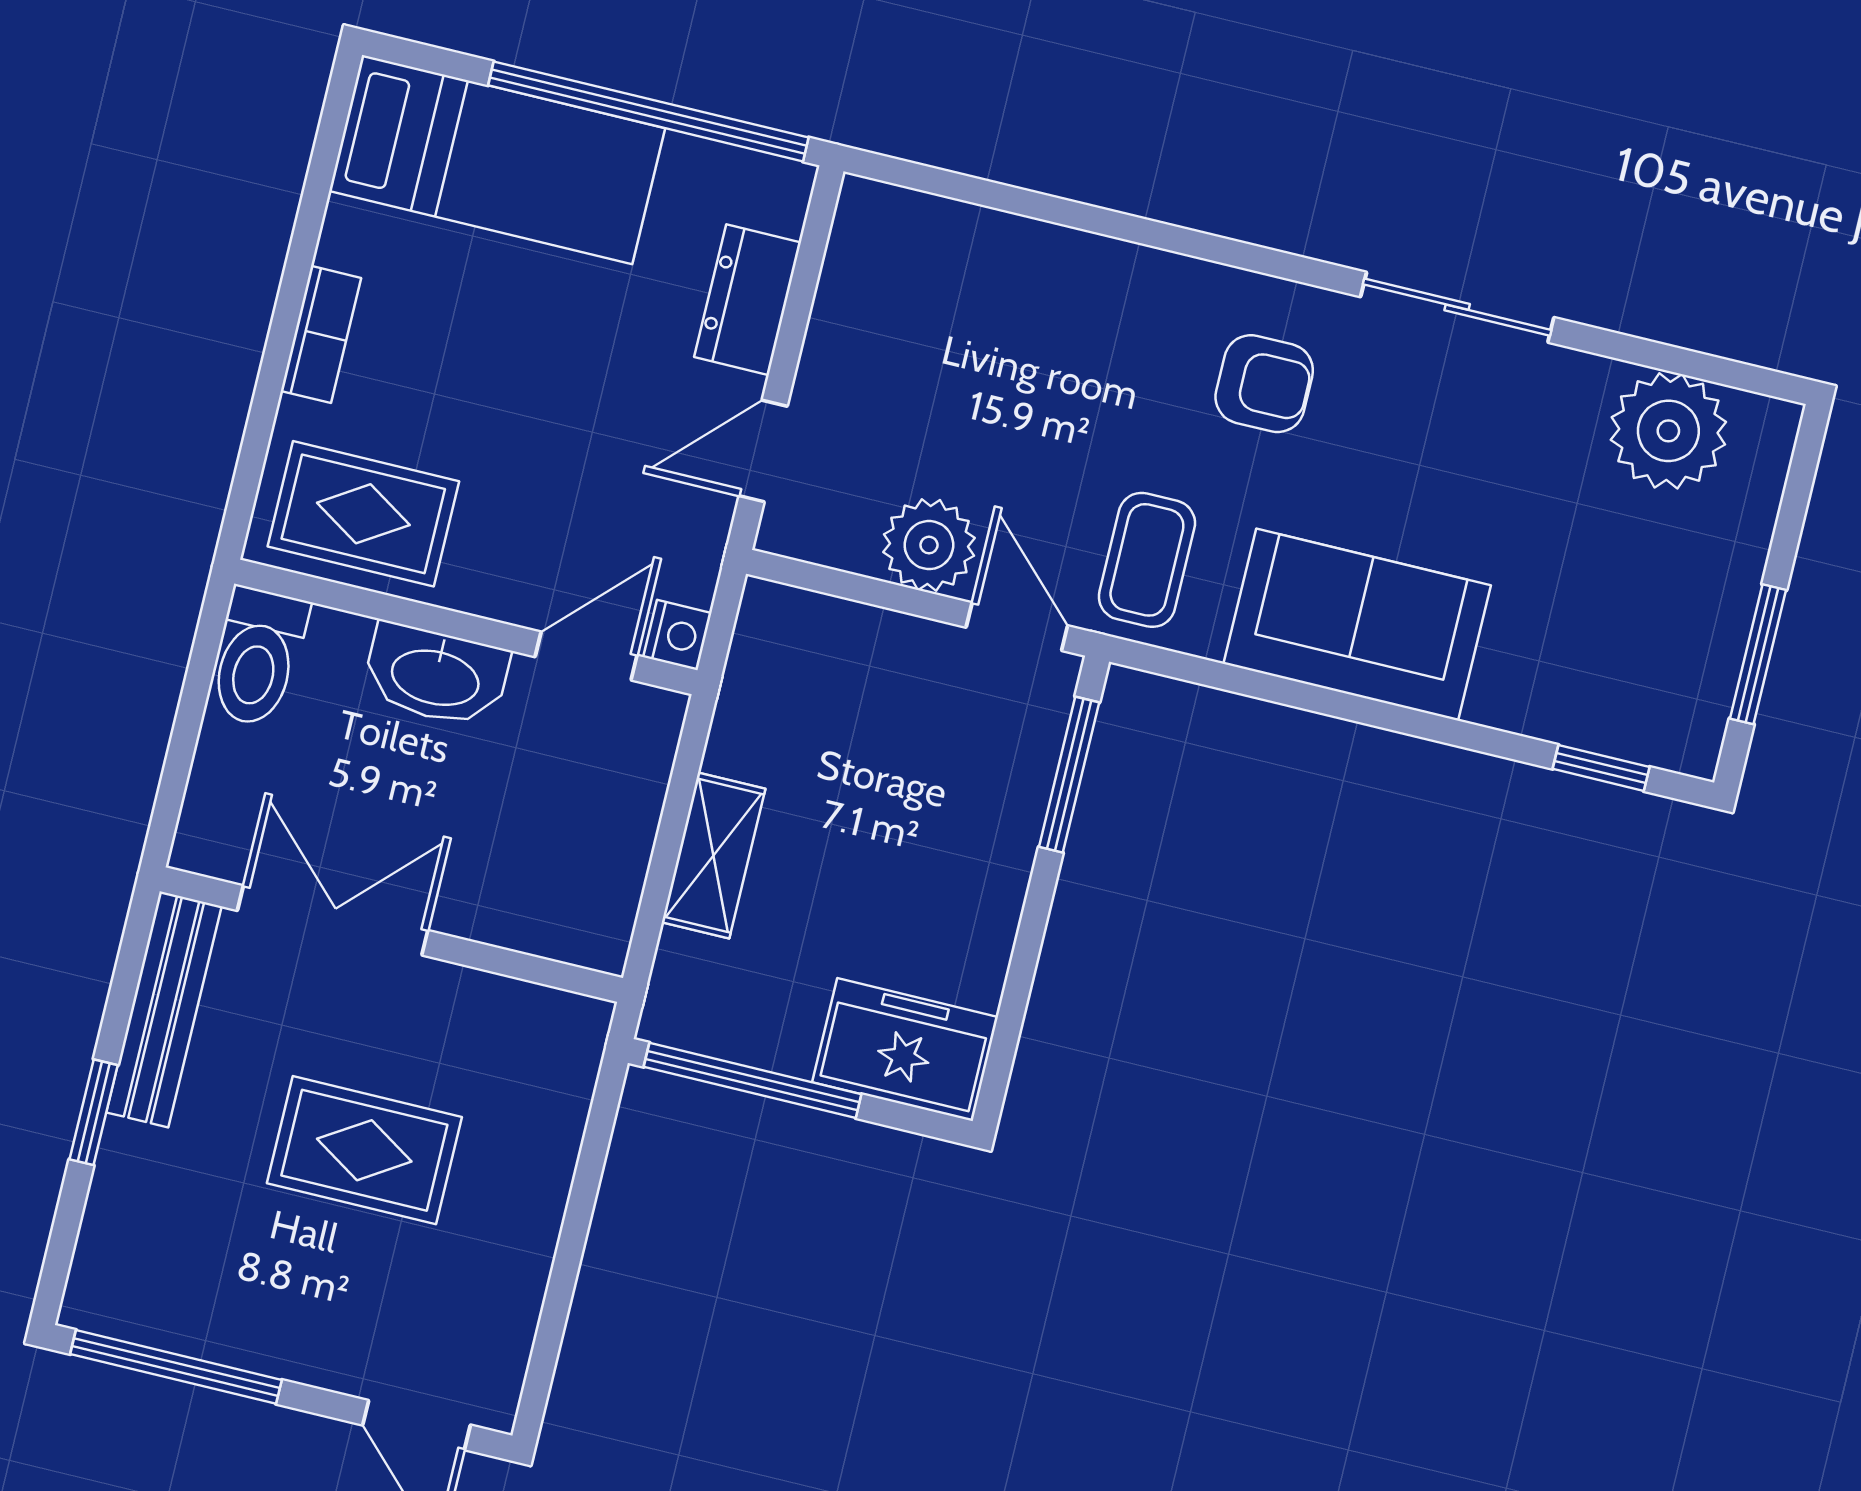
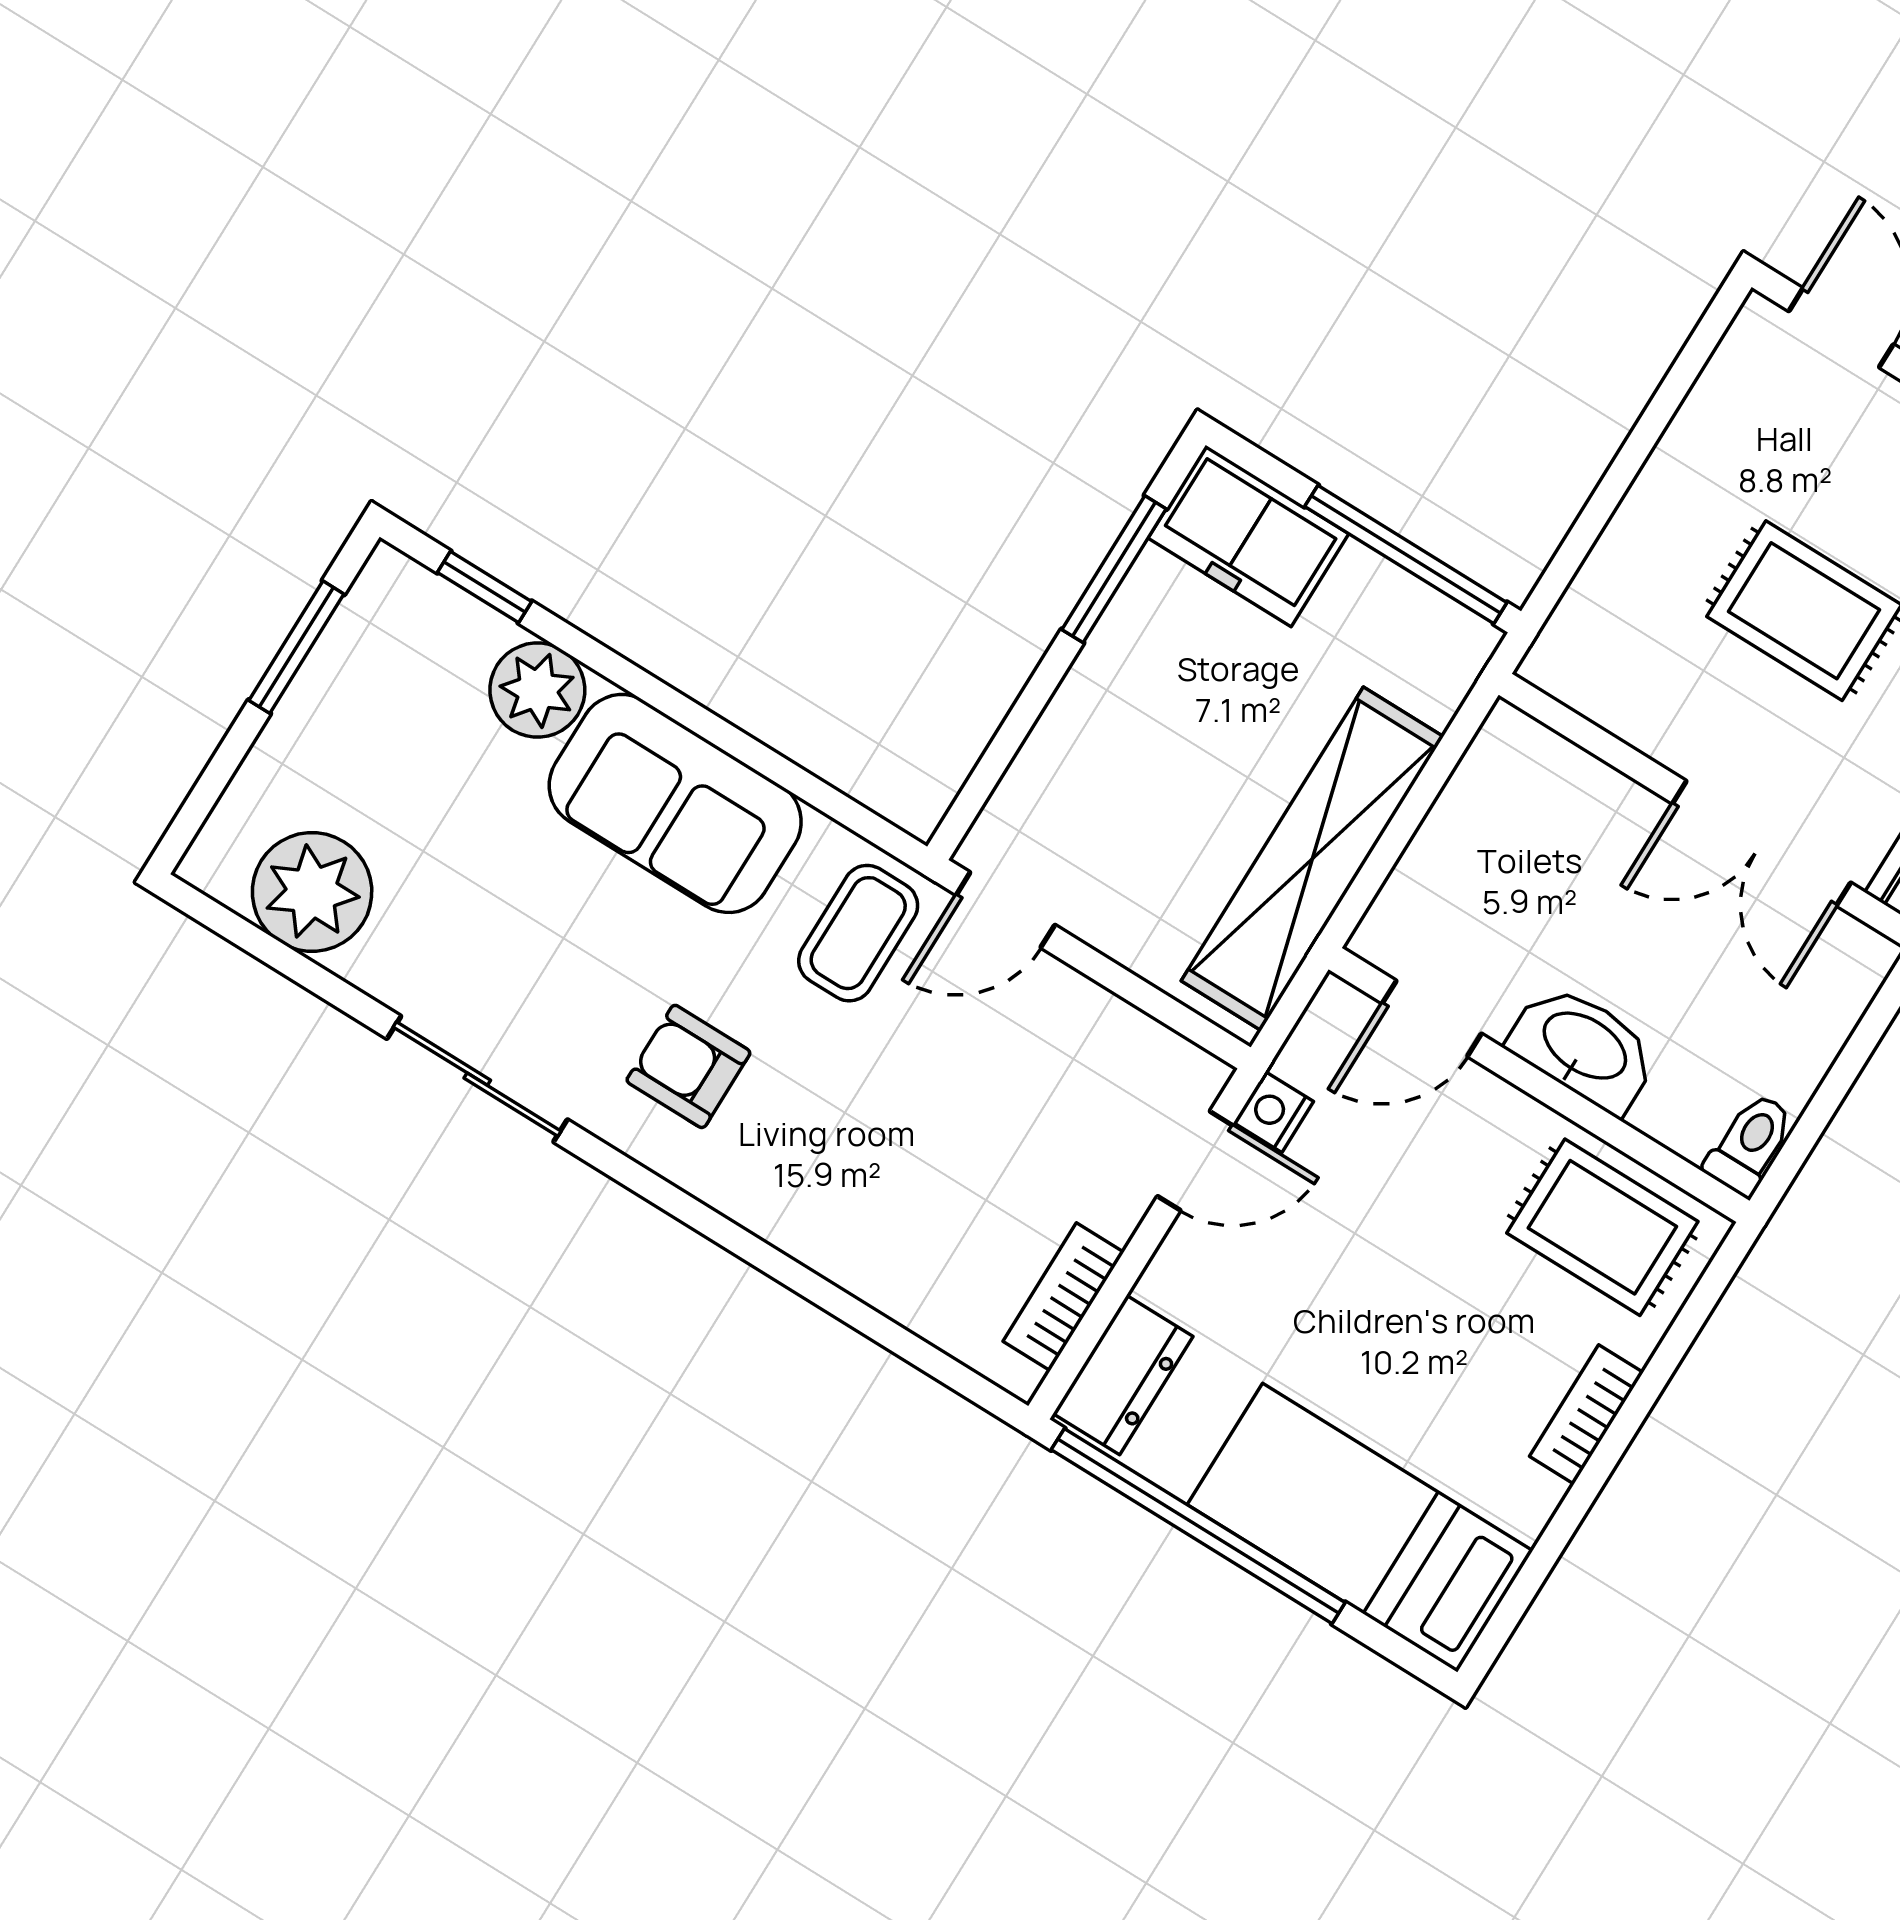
bookcase: (844, 284) -> (1063, 1297), added
dresser: (748, 300) -> (1123, 1375), moved
plant: (929, 545) -> (537, 690), moved
door: (1017, 627) -> (1005, 910), hinge flipped
nightstand: (677, 635) -> (1273, 1112), moved
toilet: (258, 657) -> (1750, 1144), width x0.73, depth x0.72
window: (1069, 775) -> (1114, 569), moved
shelving: (714, 855) -> (1312, 859), width x2.20, depth x1.33

